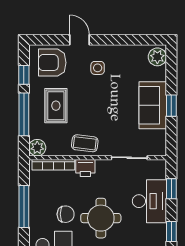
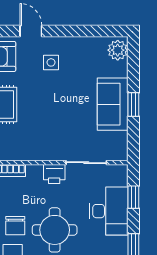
coffee table: (85, 143) -> (37, 147), removed
printer: (85, 168) -> (54, 174), moved
chair: (66, 214) -> (15, 226), turned 90

